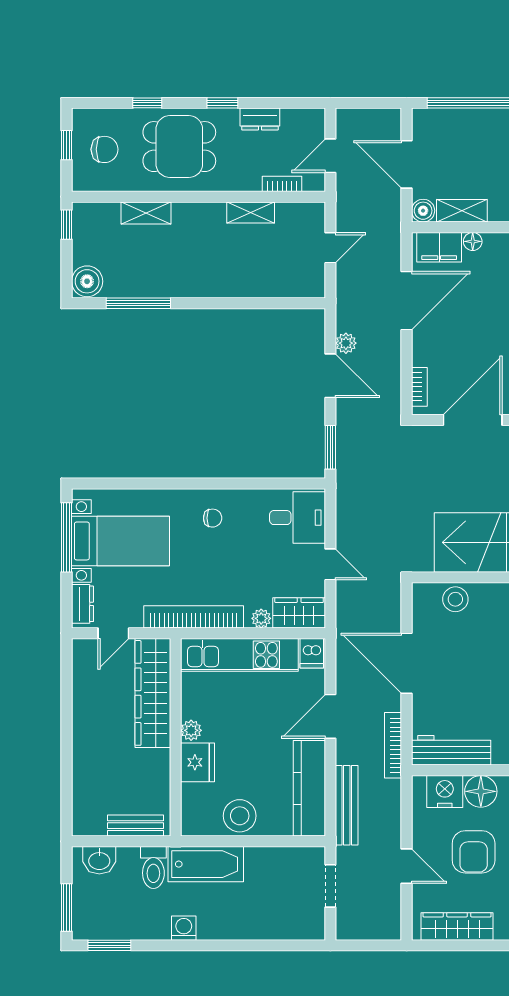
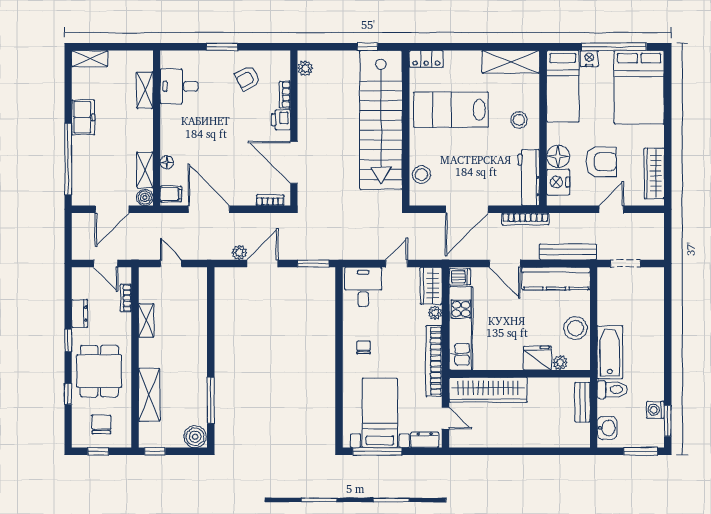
shelving: (146, 213) -> (149, 395), width x1.50, depth x1.33
filing cabinet: (439, 247) -> (171, 194), width x0.50
plant: (191, 730) -> (560, 363), moved
washing machine: (184, 928) -> (655, 410), moved

